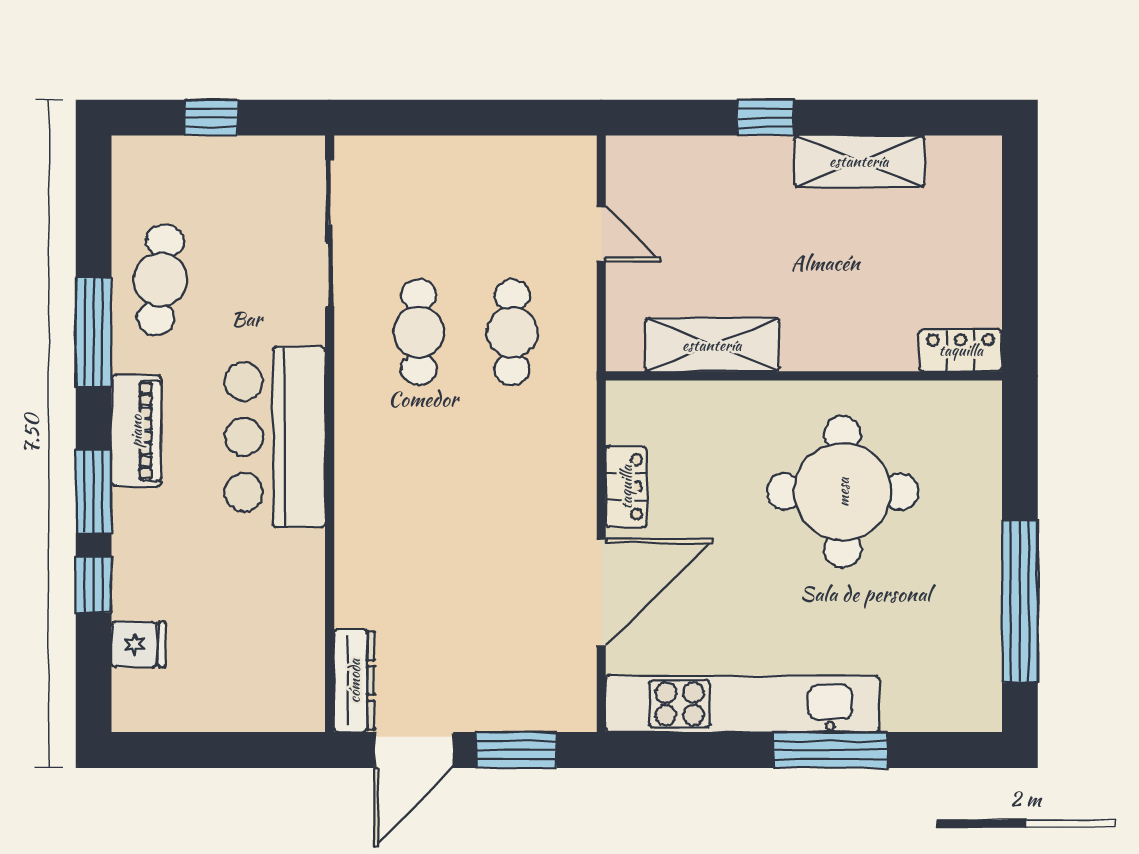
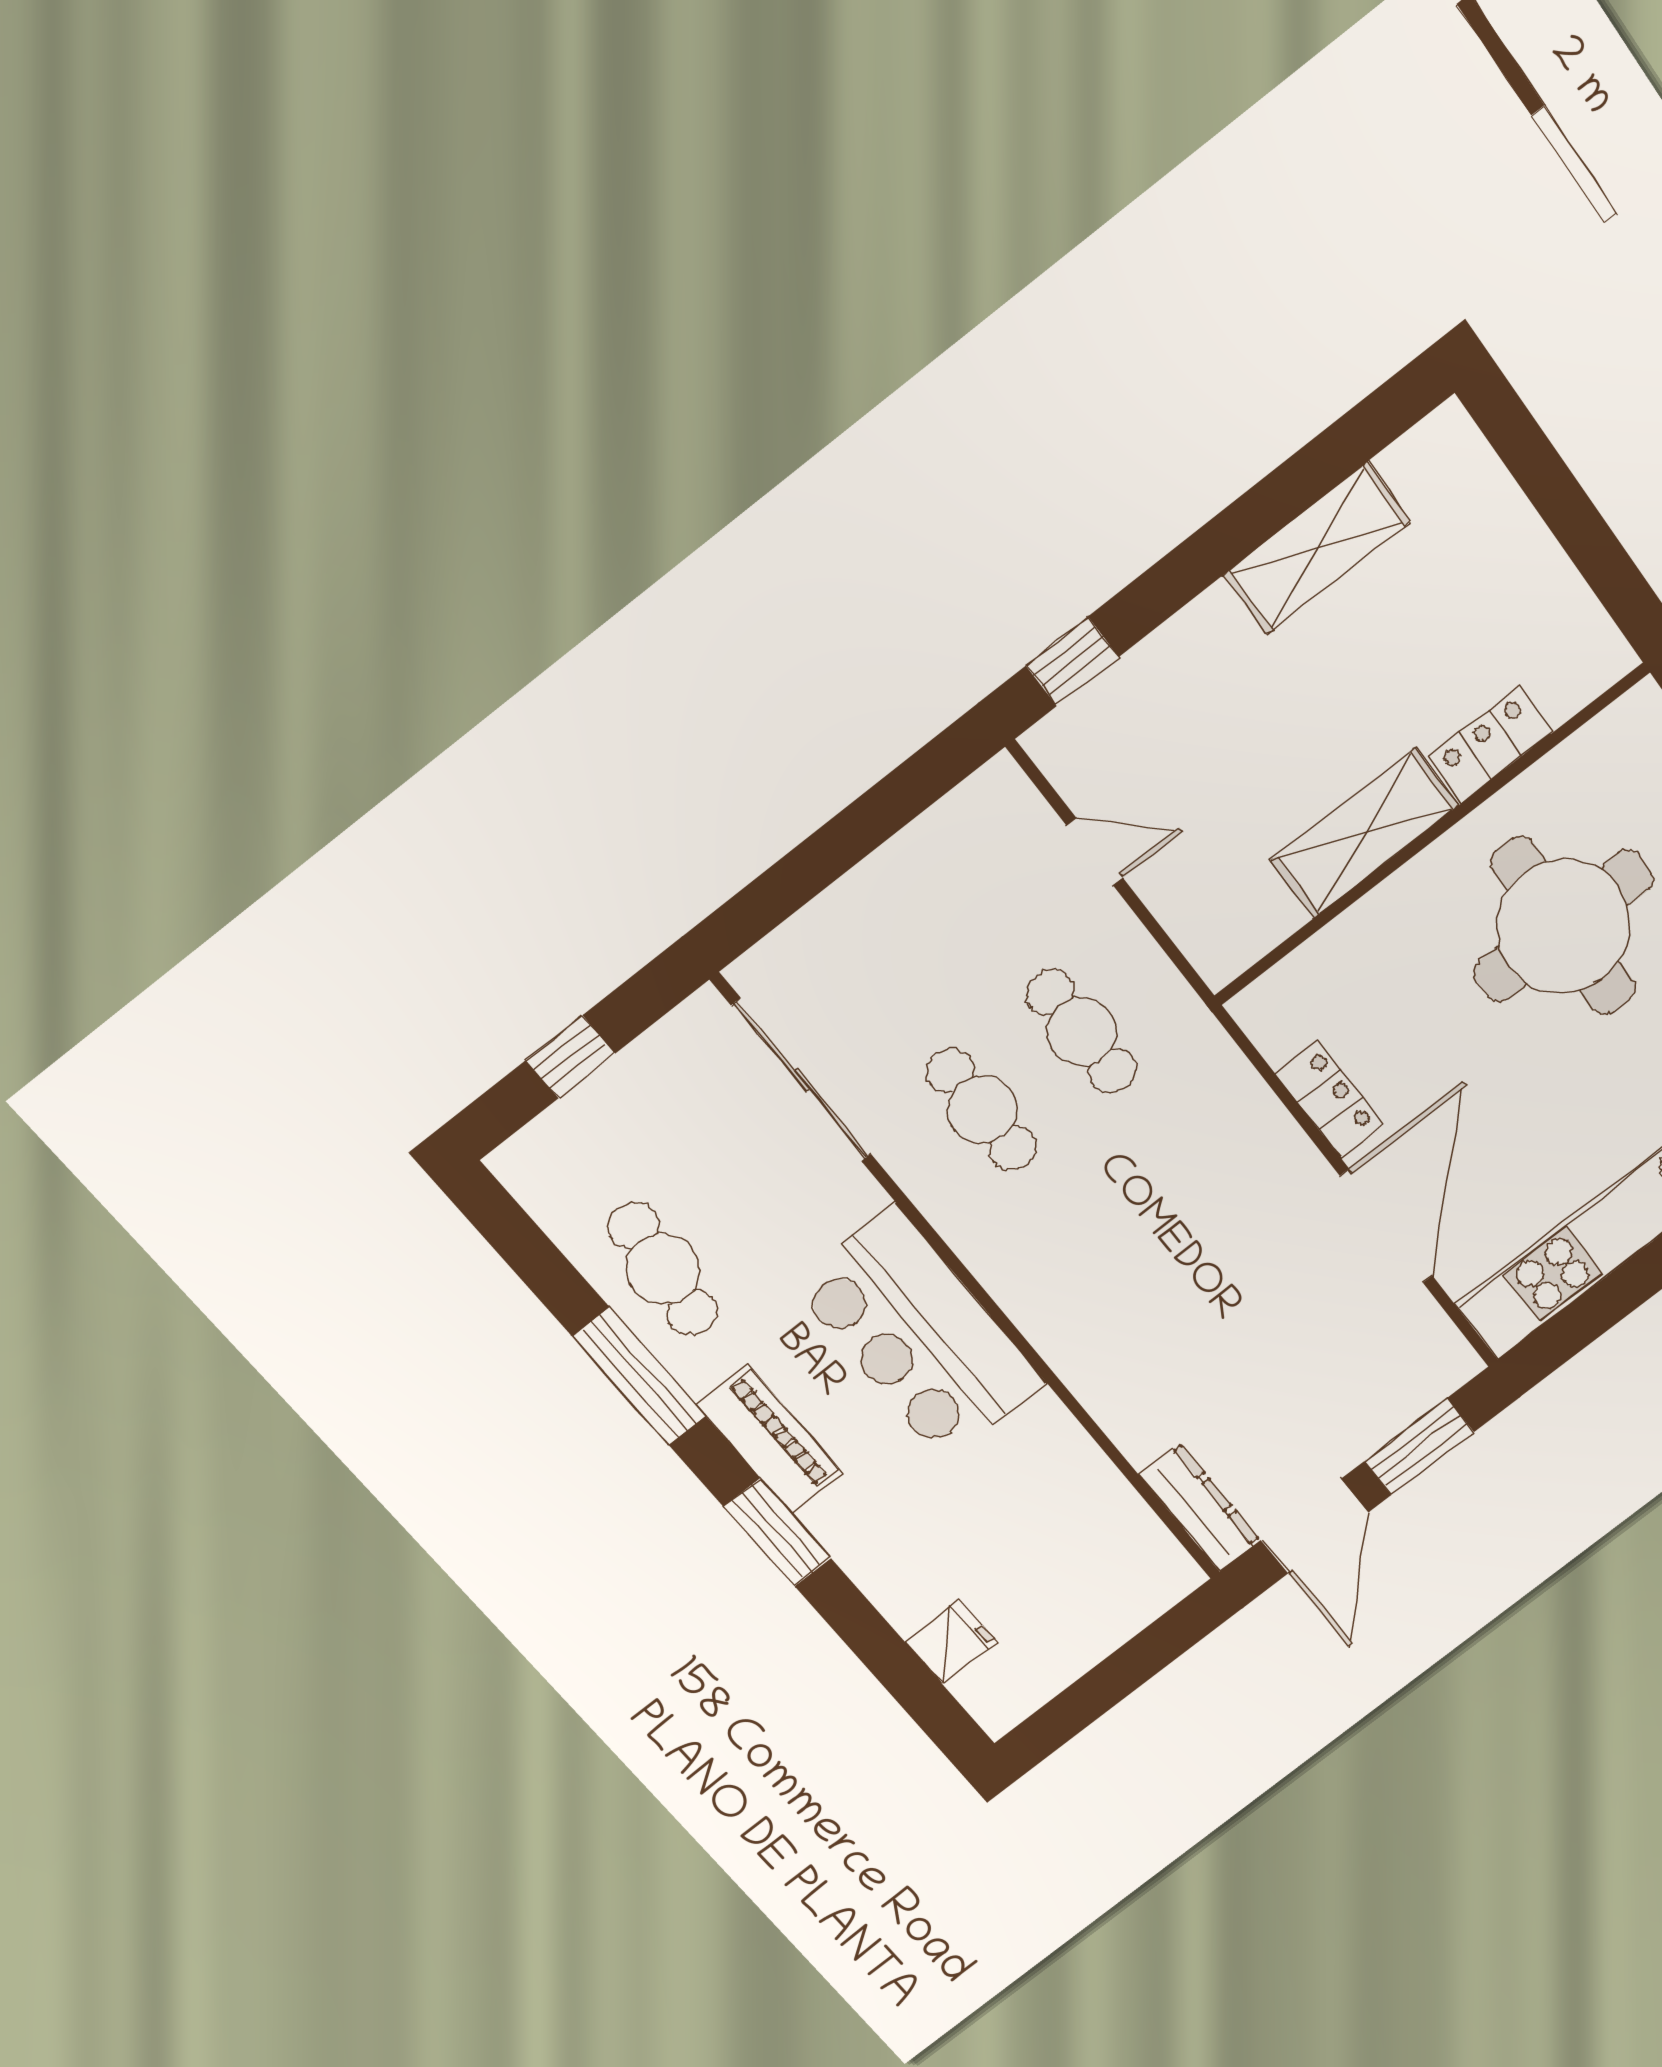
window: (766, 118) -> (1072, 661), moved
shelving: (712, 345) -> (1364, 833), moved
locker: (961, 350) -> (1491, 745), moved
window: (94, 585) -> (856, 1621), removed

